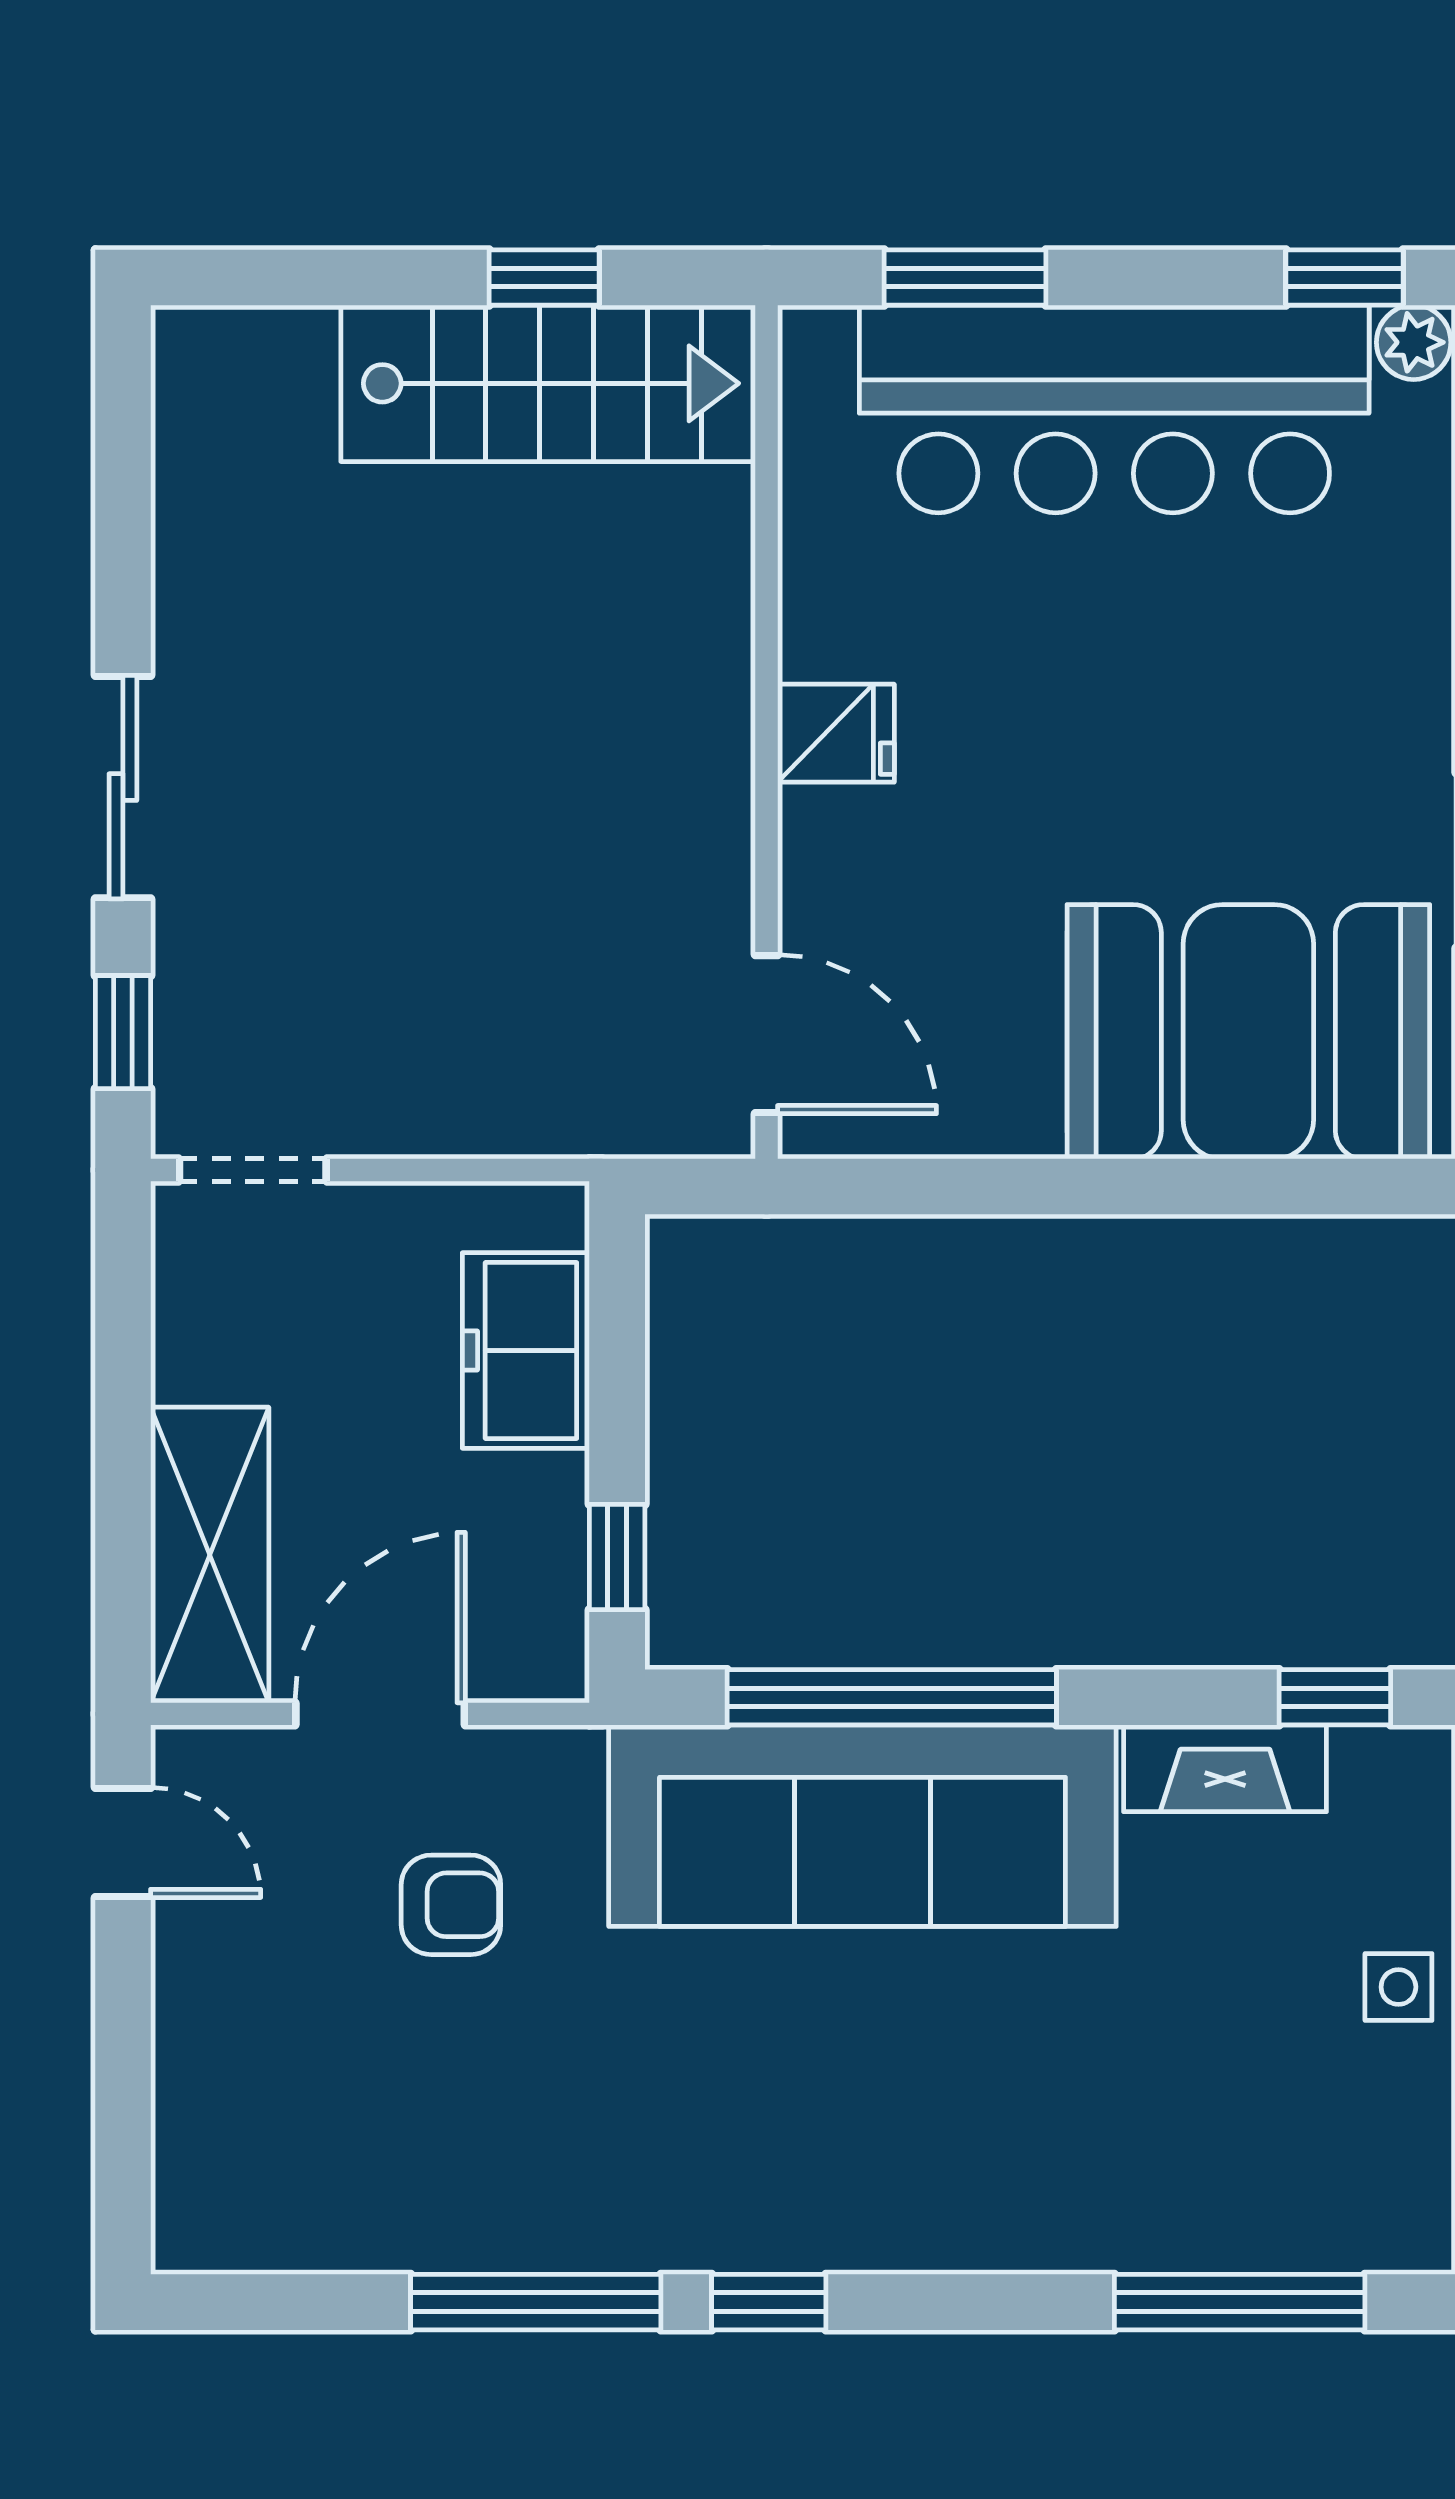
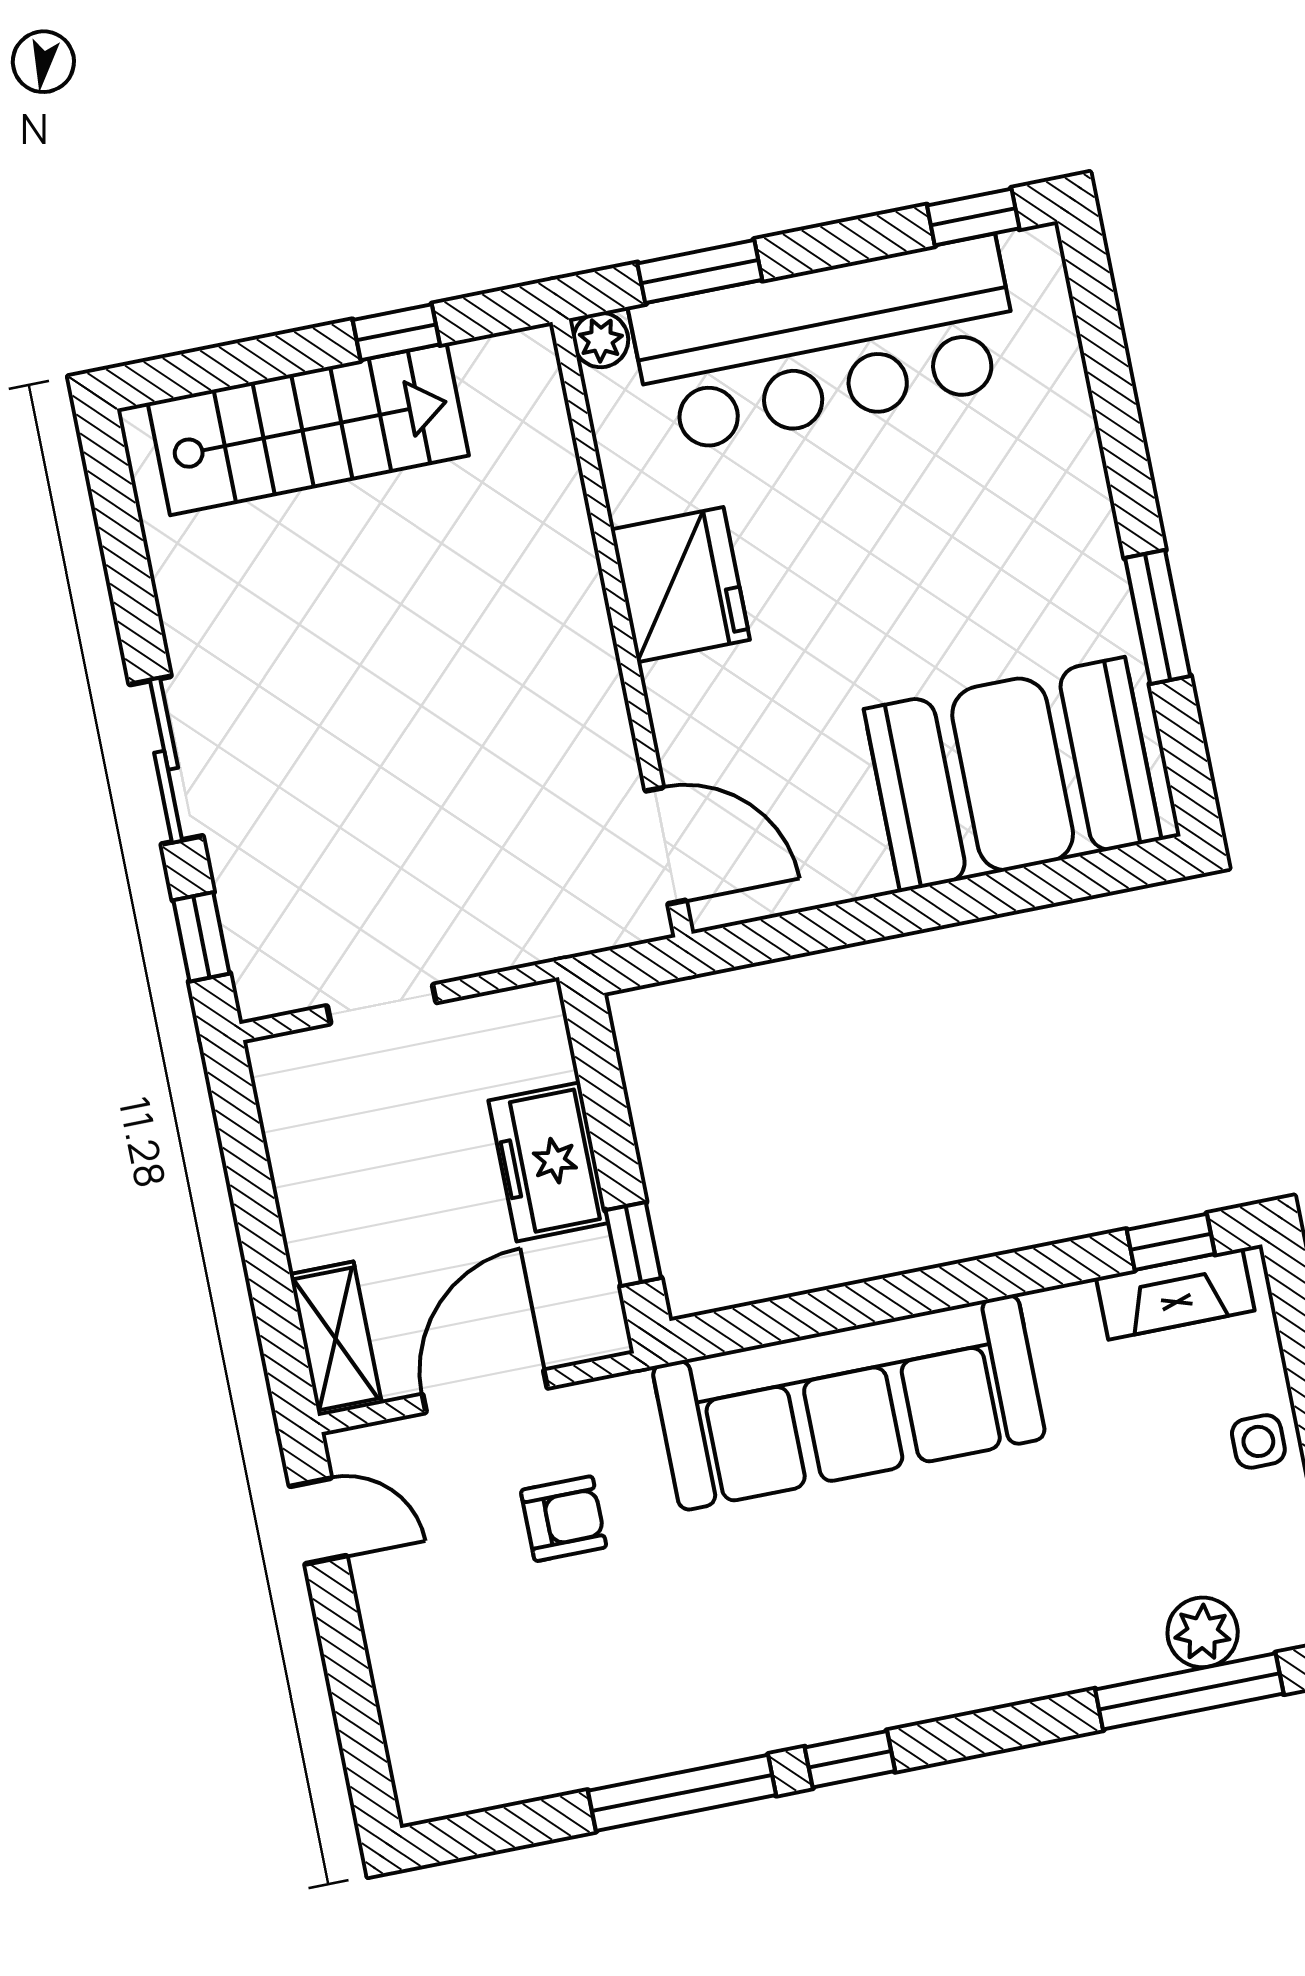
plant: (1414, 342) -> (601, 340), moved
stairs: (548, 383) -> (308, 429), moved
fridge: (836, 733) -> (680, 585), width x1.88, depth x1.34
doorway: (253, 1170) -> (382, 1004), moved
freezer: (526, 1351) -> (548, 1162), moved
shelving: (210, 1555) -> (336, 1339), width x0.67, depth x0.75
window: (892, 1697) -> (851, 1306), removed
fireplace: (1225, 1768) -> (1175, 1294), moved
plant: (1273, 2227) -> (1203, 1632), added

